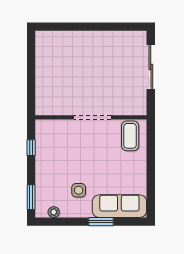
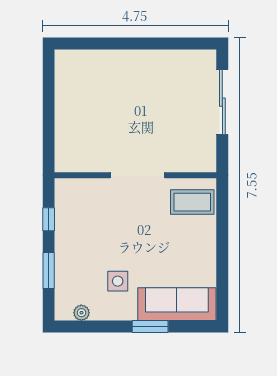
coffee table: (130, 136) -> (192, 202), turned 90
window: (31, 197) -> (49, 271), moved

